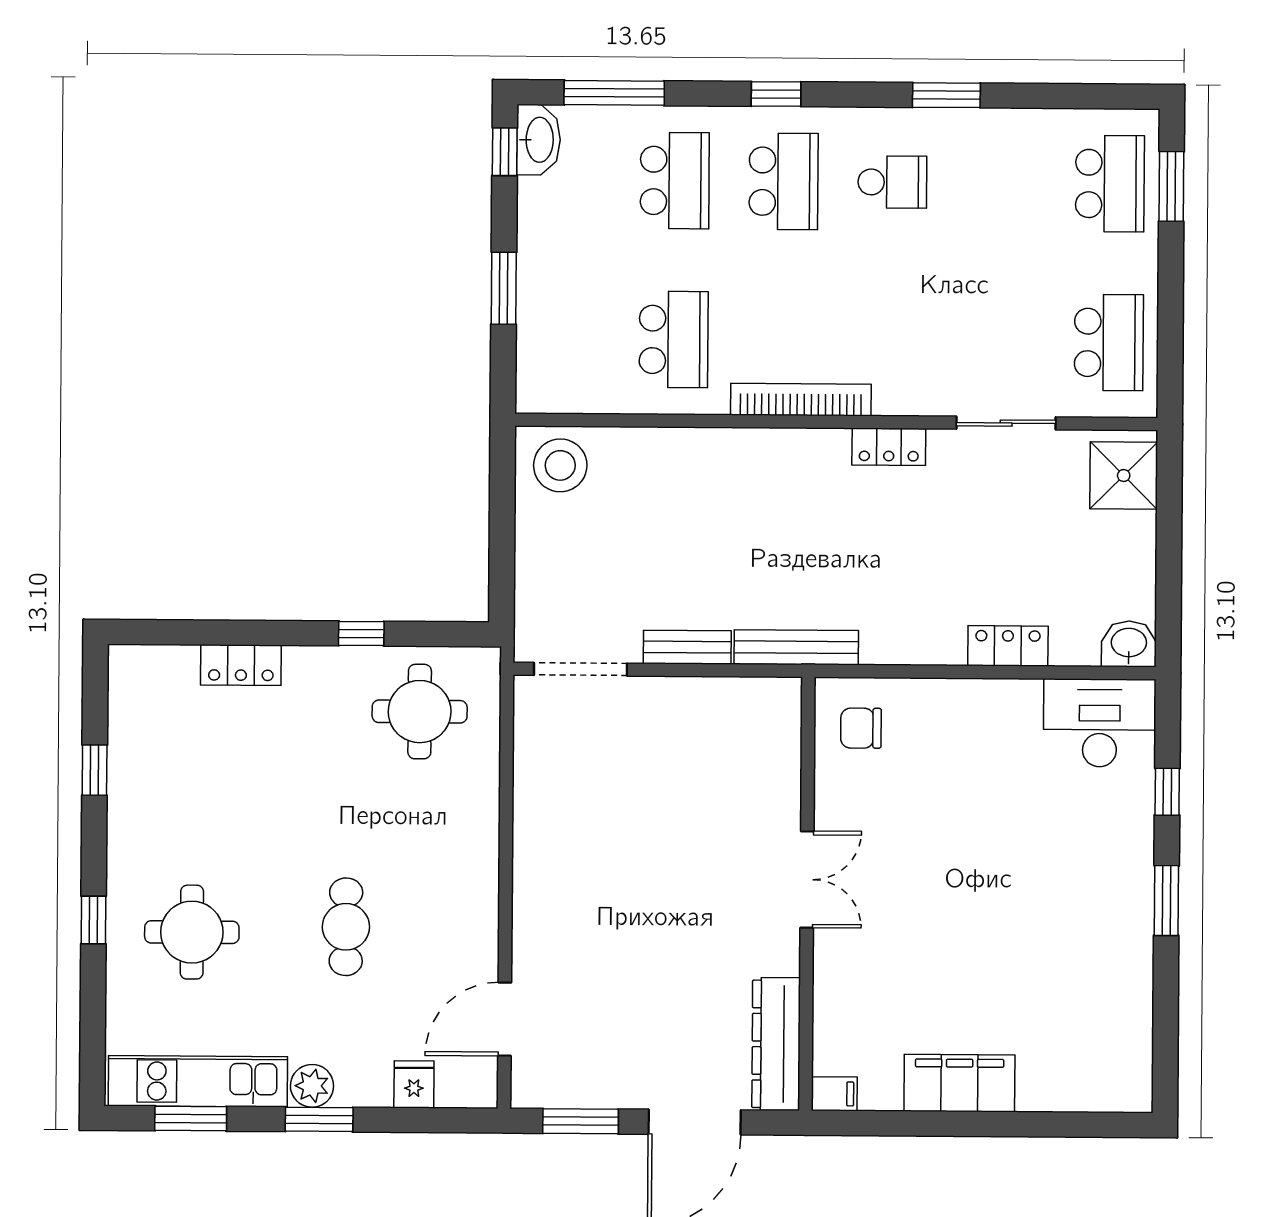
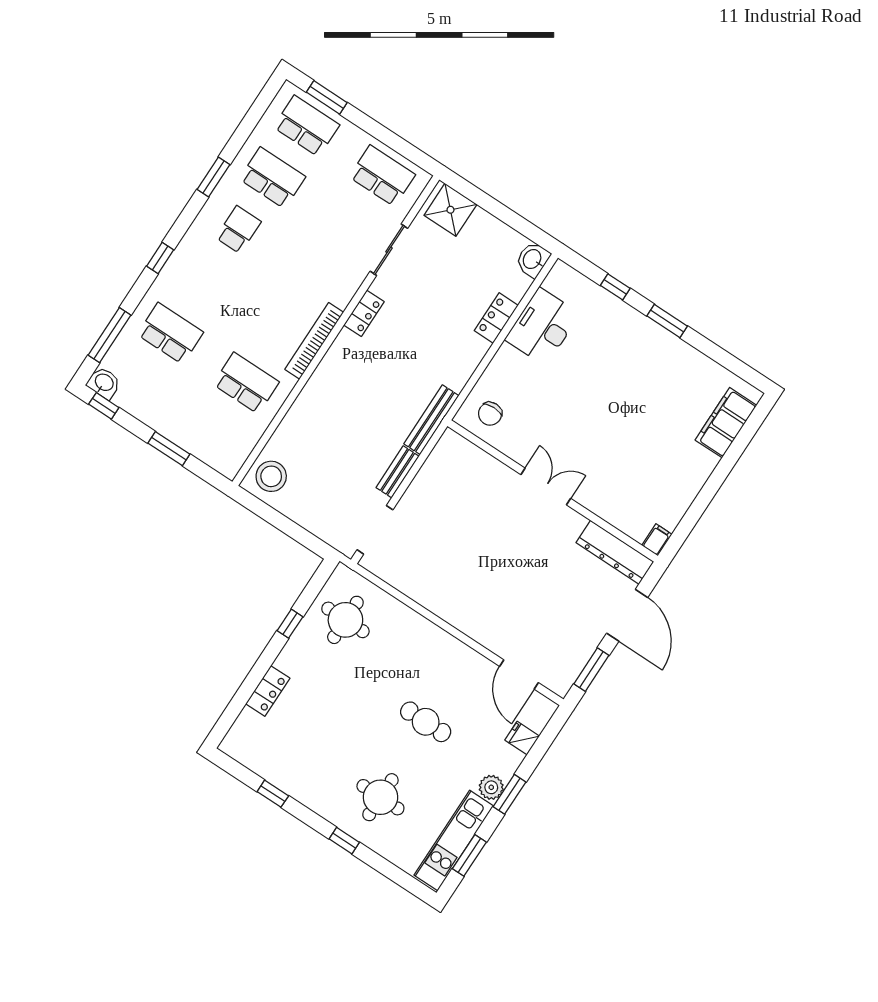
washbasin: (538, 140) -> (104, 383), width x0.72
school desk: (784, 181) -> (272, 178), moved
desk: (1100, 723) -> (542, 327), moved
filing cabinet: (959, 1083) -> (726, 423), moved

